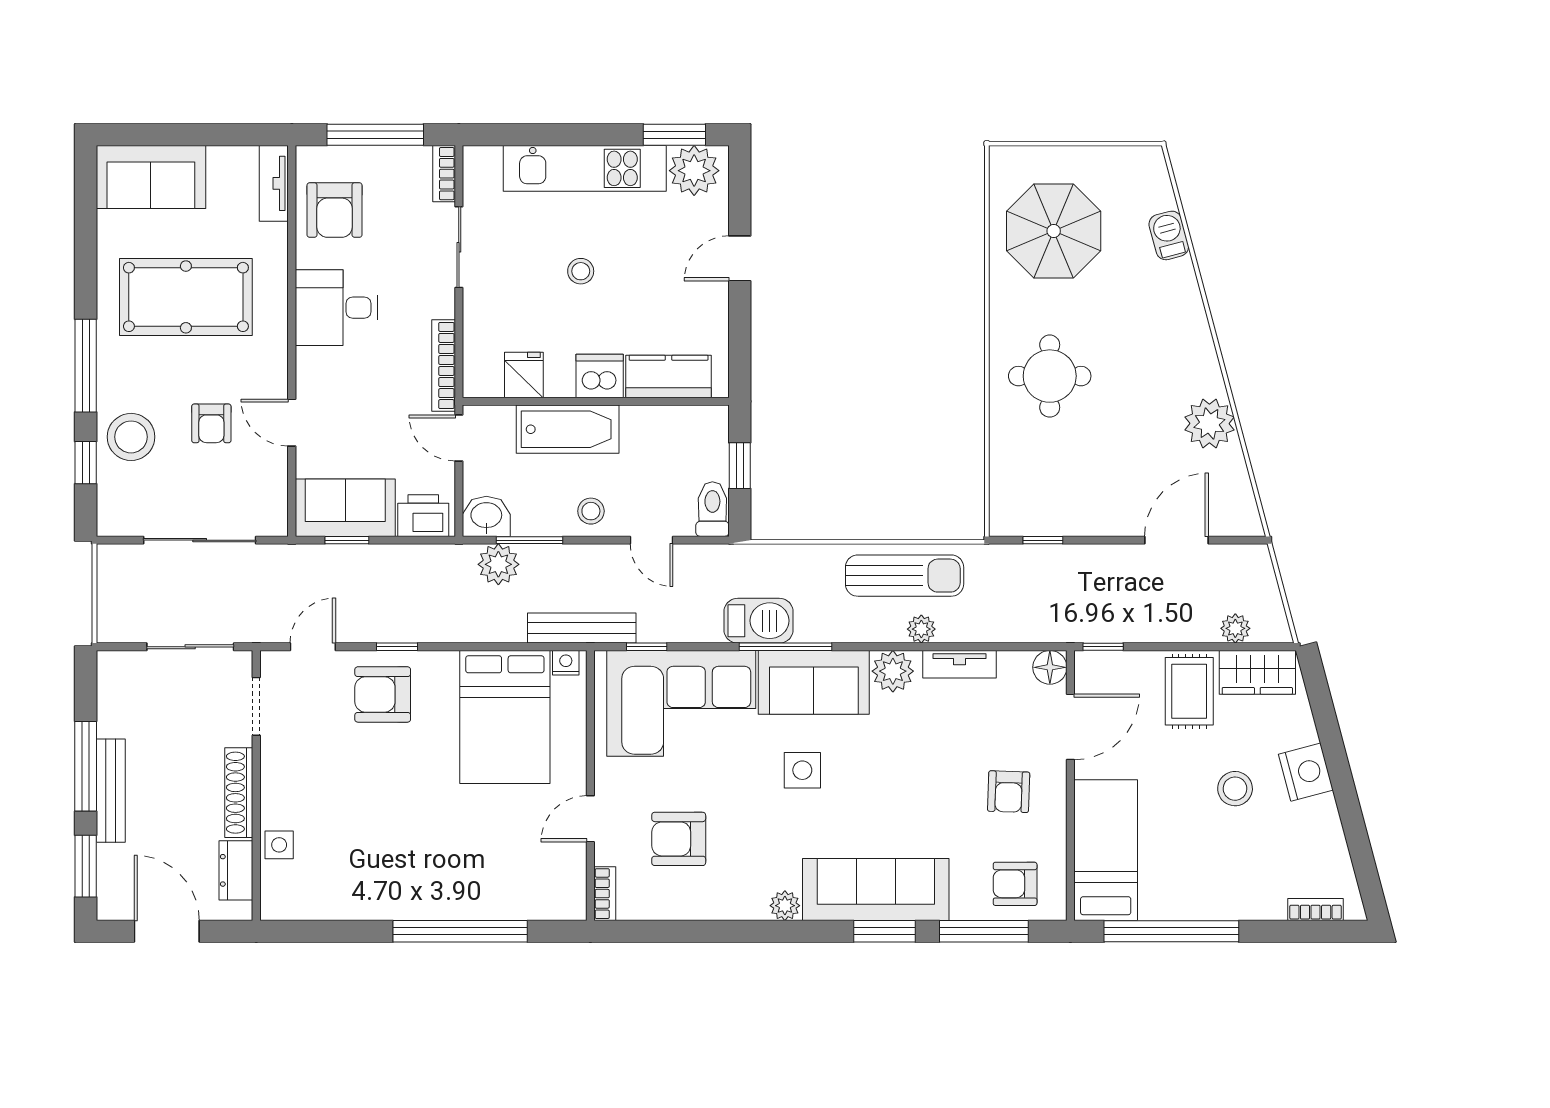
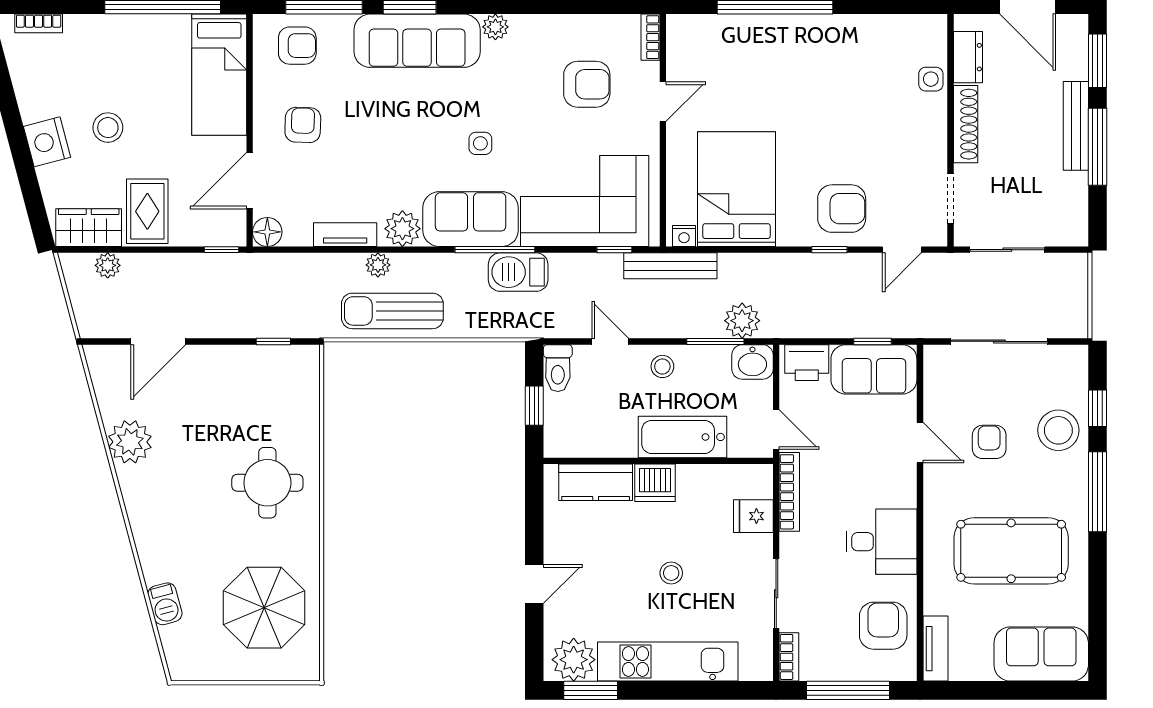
fridge: (524, 375) -> (753, 516), moved, turned 90
side table: (802, 770) -> (480, 143), width x0.73, depth x0.73

